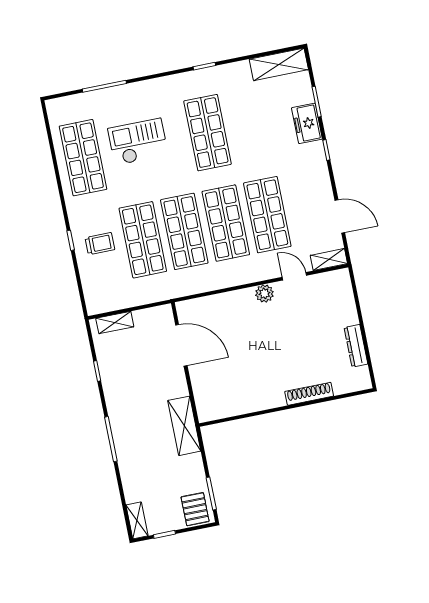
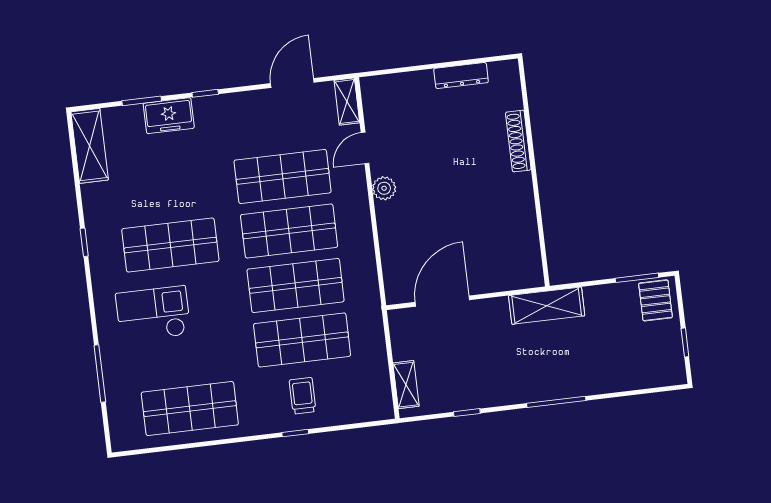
checkout: (138, 142) -> (153, 314), moved, turned 90
pallet: (195, 509) -> (655, 300), turned 90
shelving: (137, 520) -> (664, 377), removed

